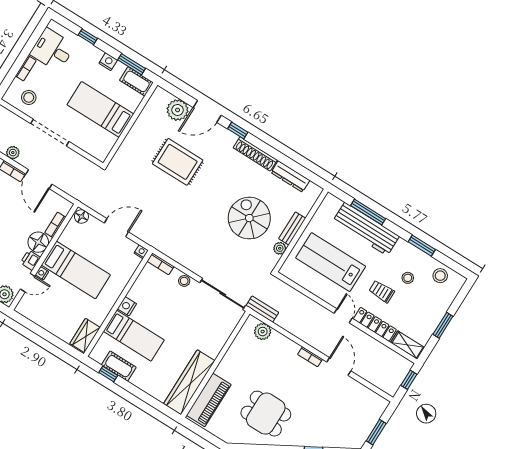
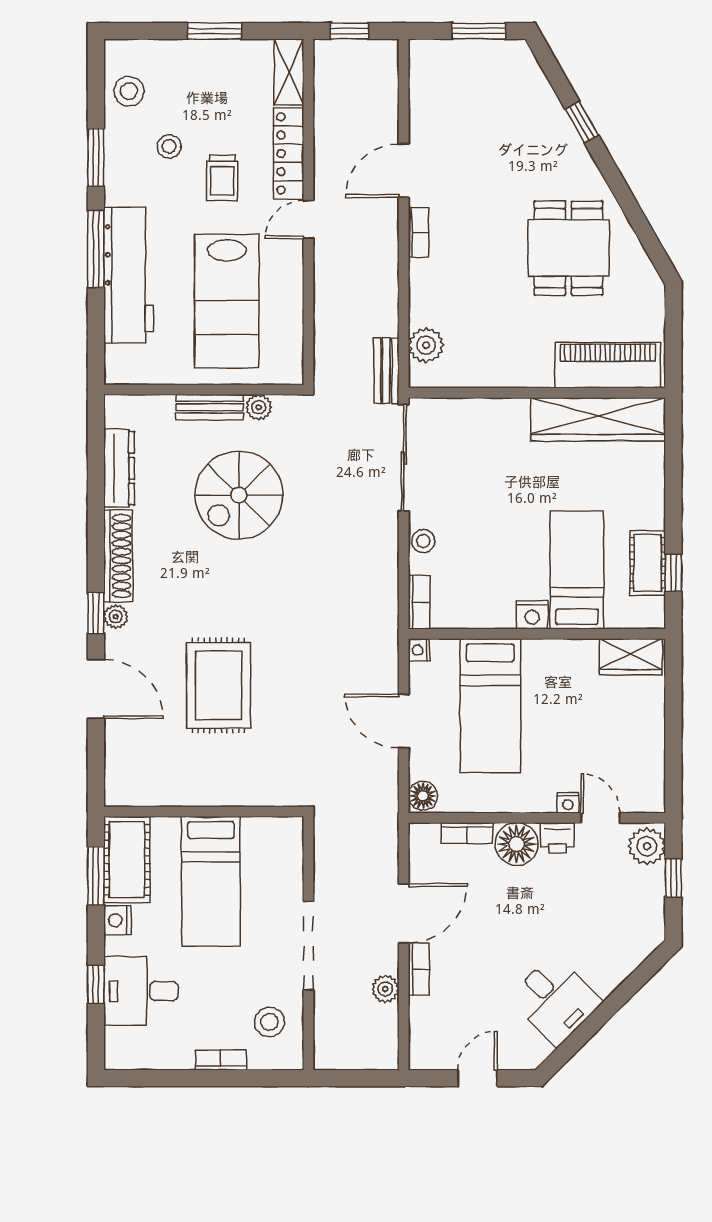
desk: (52, 50) -> (141, 991), moved, turned 90
cot: (136, 81) -> (127, 860), width x1.37, depth x1.34
plant: (178, 110) -> (116, 617), moved, width x0.53, depth x0.53
window: (368, 212) -> (96, 249), moved
bed: (76, 270) -> (490, 706), moved, turned 180

